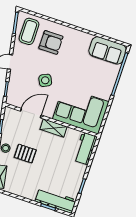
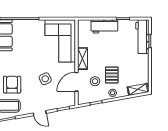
door: (31, 113) -> (77, 82), hinge flipped
stool: (25, 133) -> (95, 81), added
workbench: (85, 148) -> (104, 26), moved

